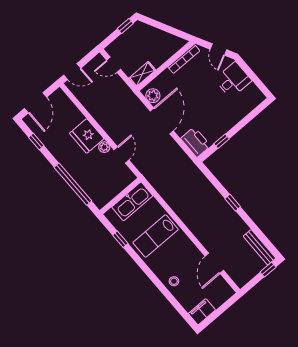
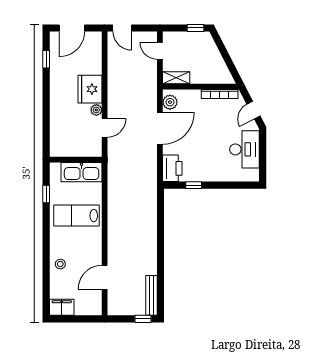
desk: (233, 80) -> (244, 149), width x1.37
window: (73, 184) -> (46, 118), removed
window: (233, 203) -> (161, 242), removed

